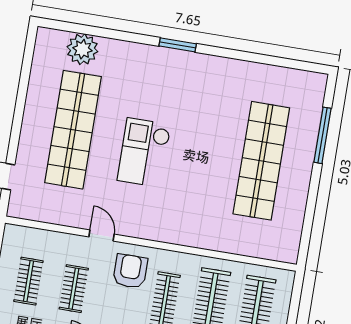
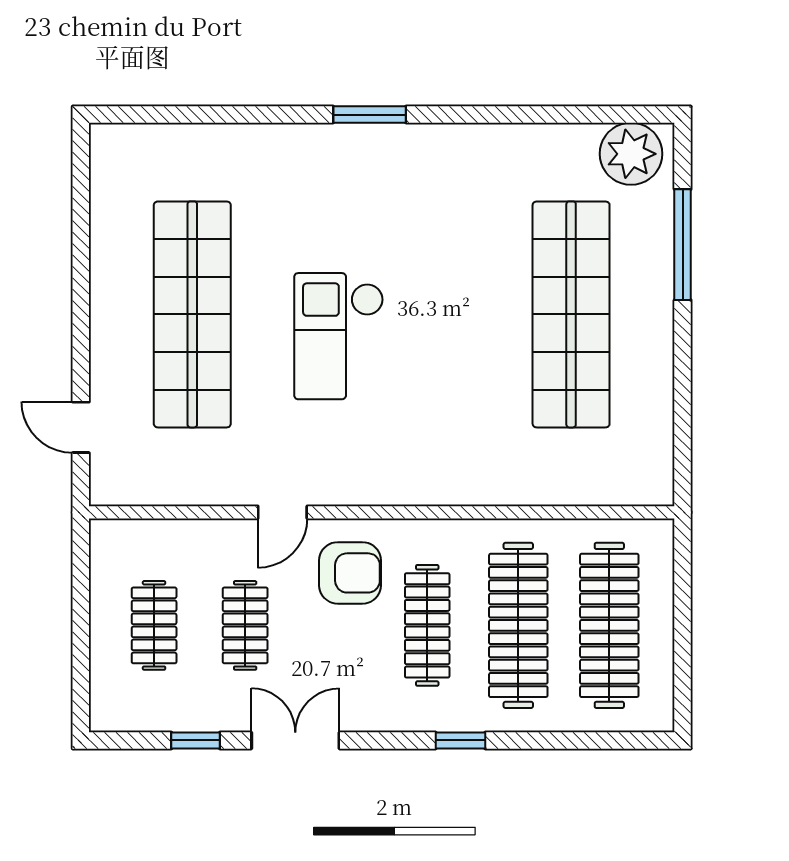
plant: (82, 49) -> (631, 154), moved
door: (102, 235) -> (282, 512), swing flipped
armchair: (130, 271) -> (350, 573), turned 90

